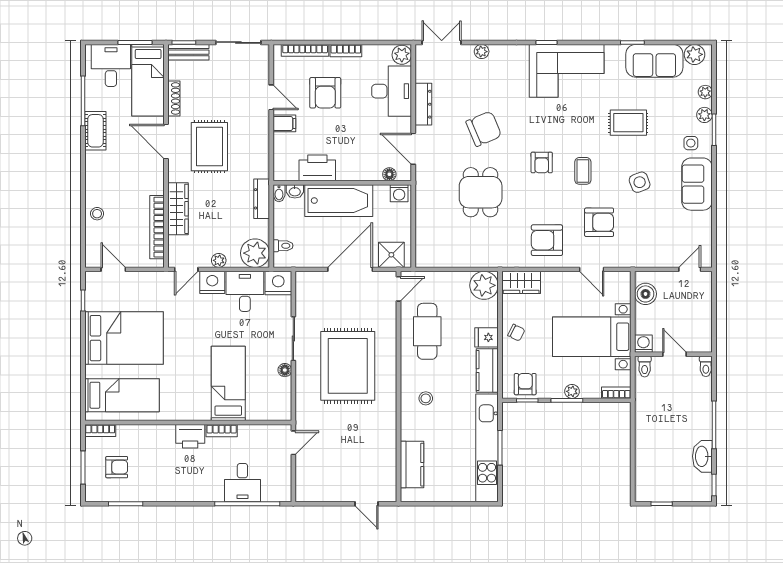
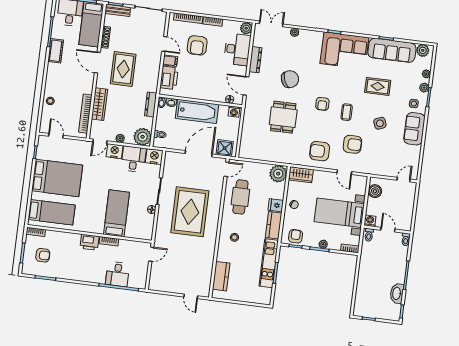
sofa: (654, 61) -> (392, 50), width x1.36
printer: (317, 168) -> (169, 78), moved, turned 90
kitchen unit: (487, 448) -> (269, 263), width x0.73

